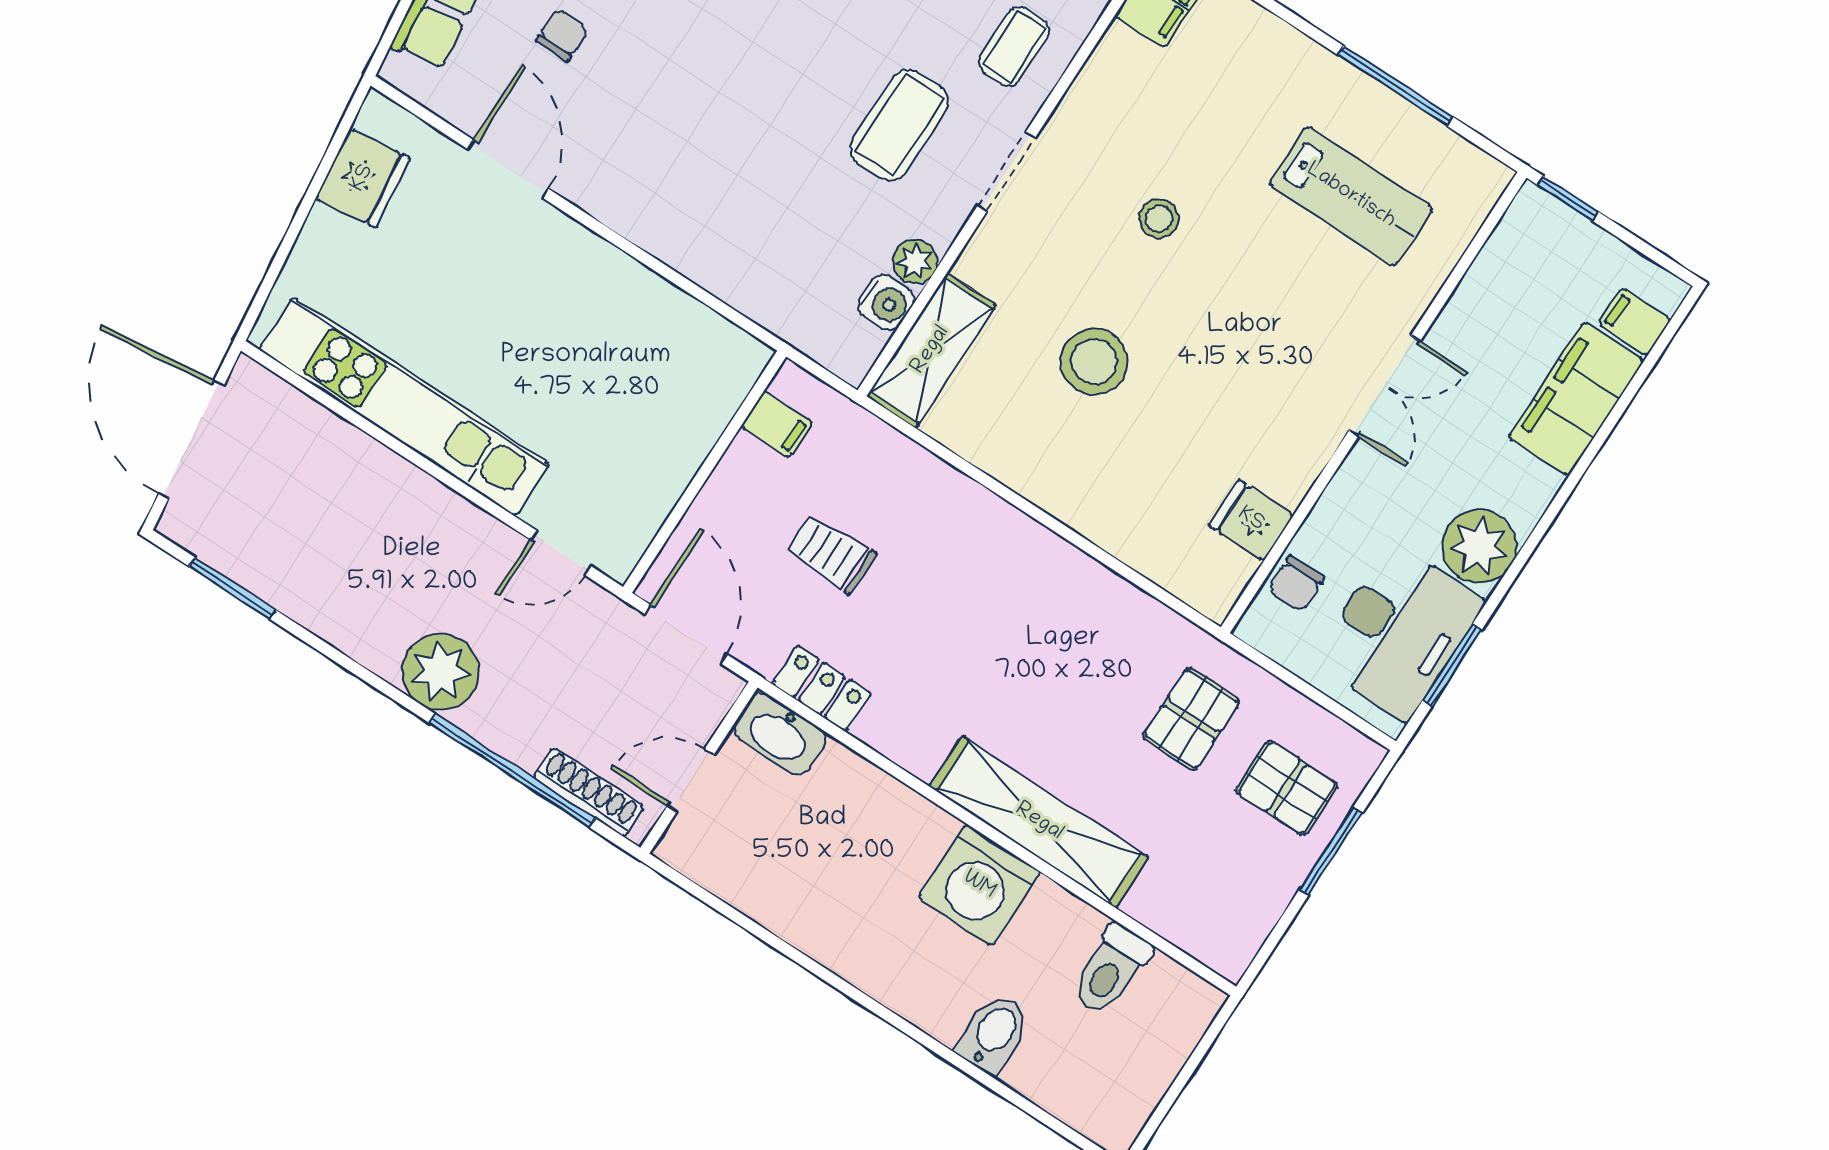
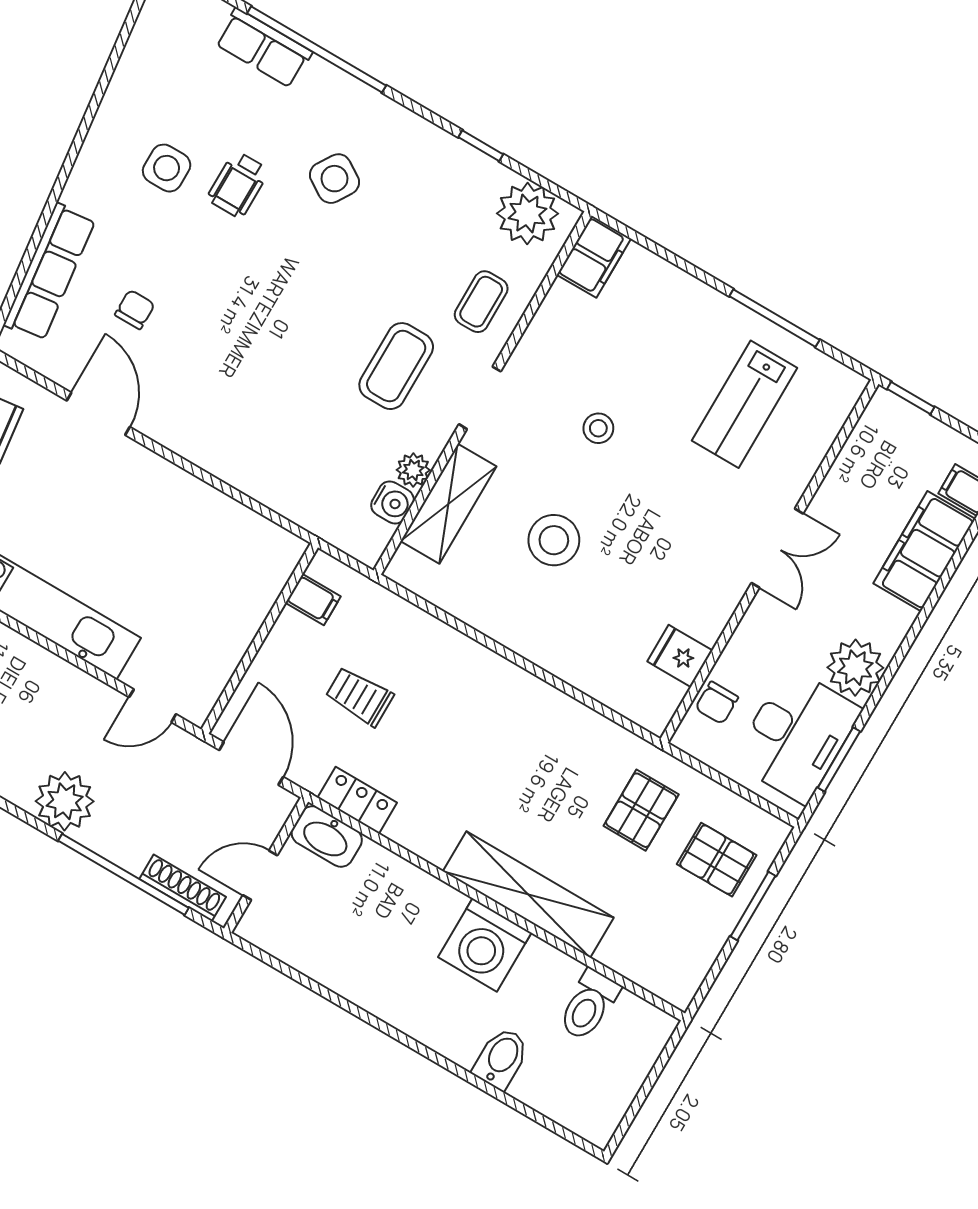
lab bench: (1351, 196) -> (745, 404), turned 90
shelving: (931, 350) -> (449, 504), moved

